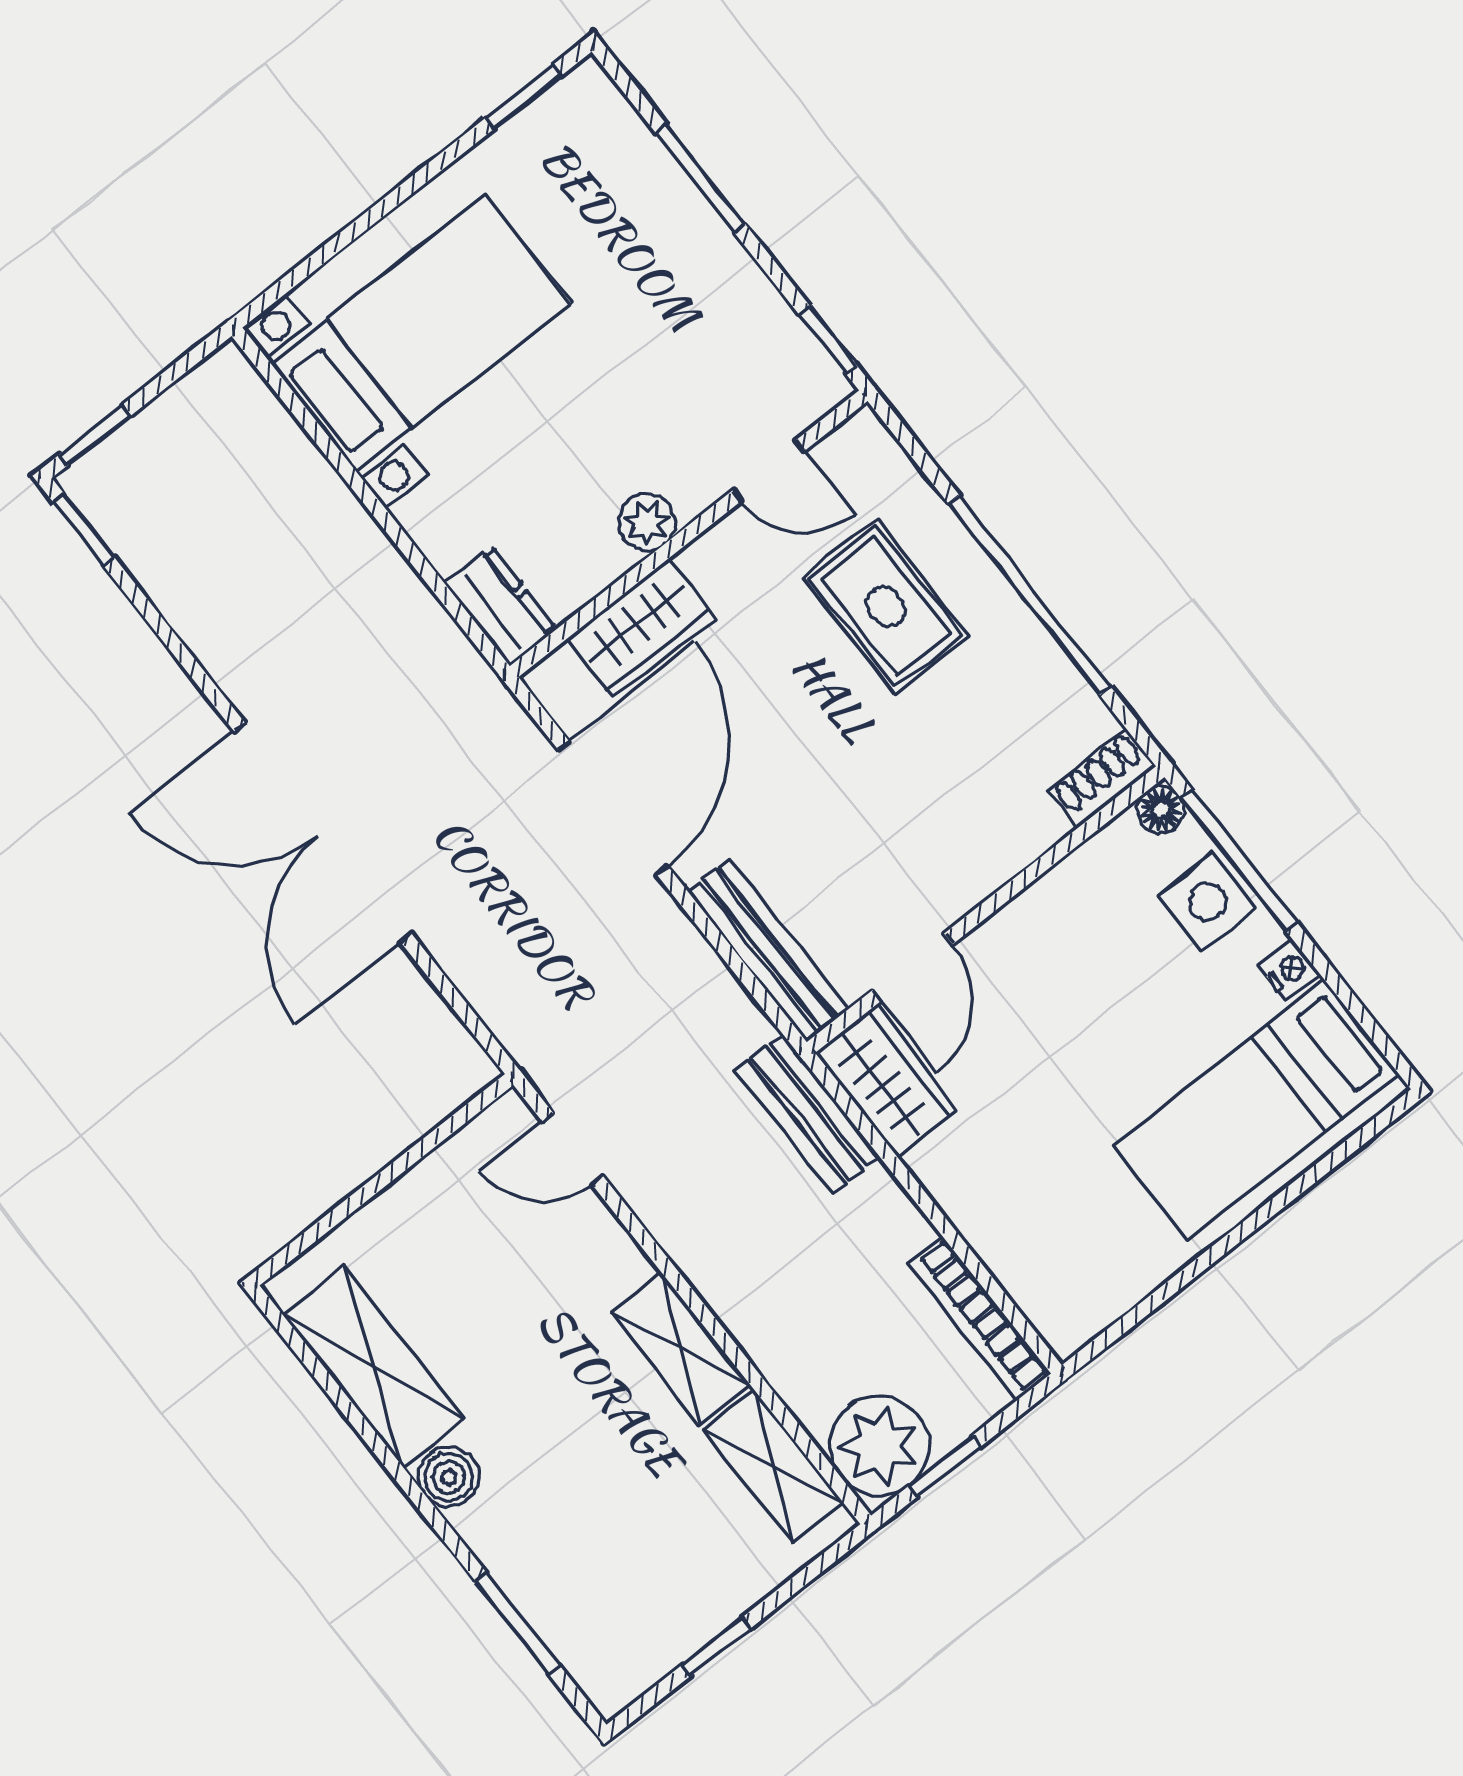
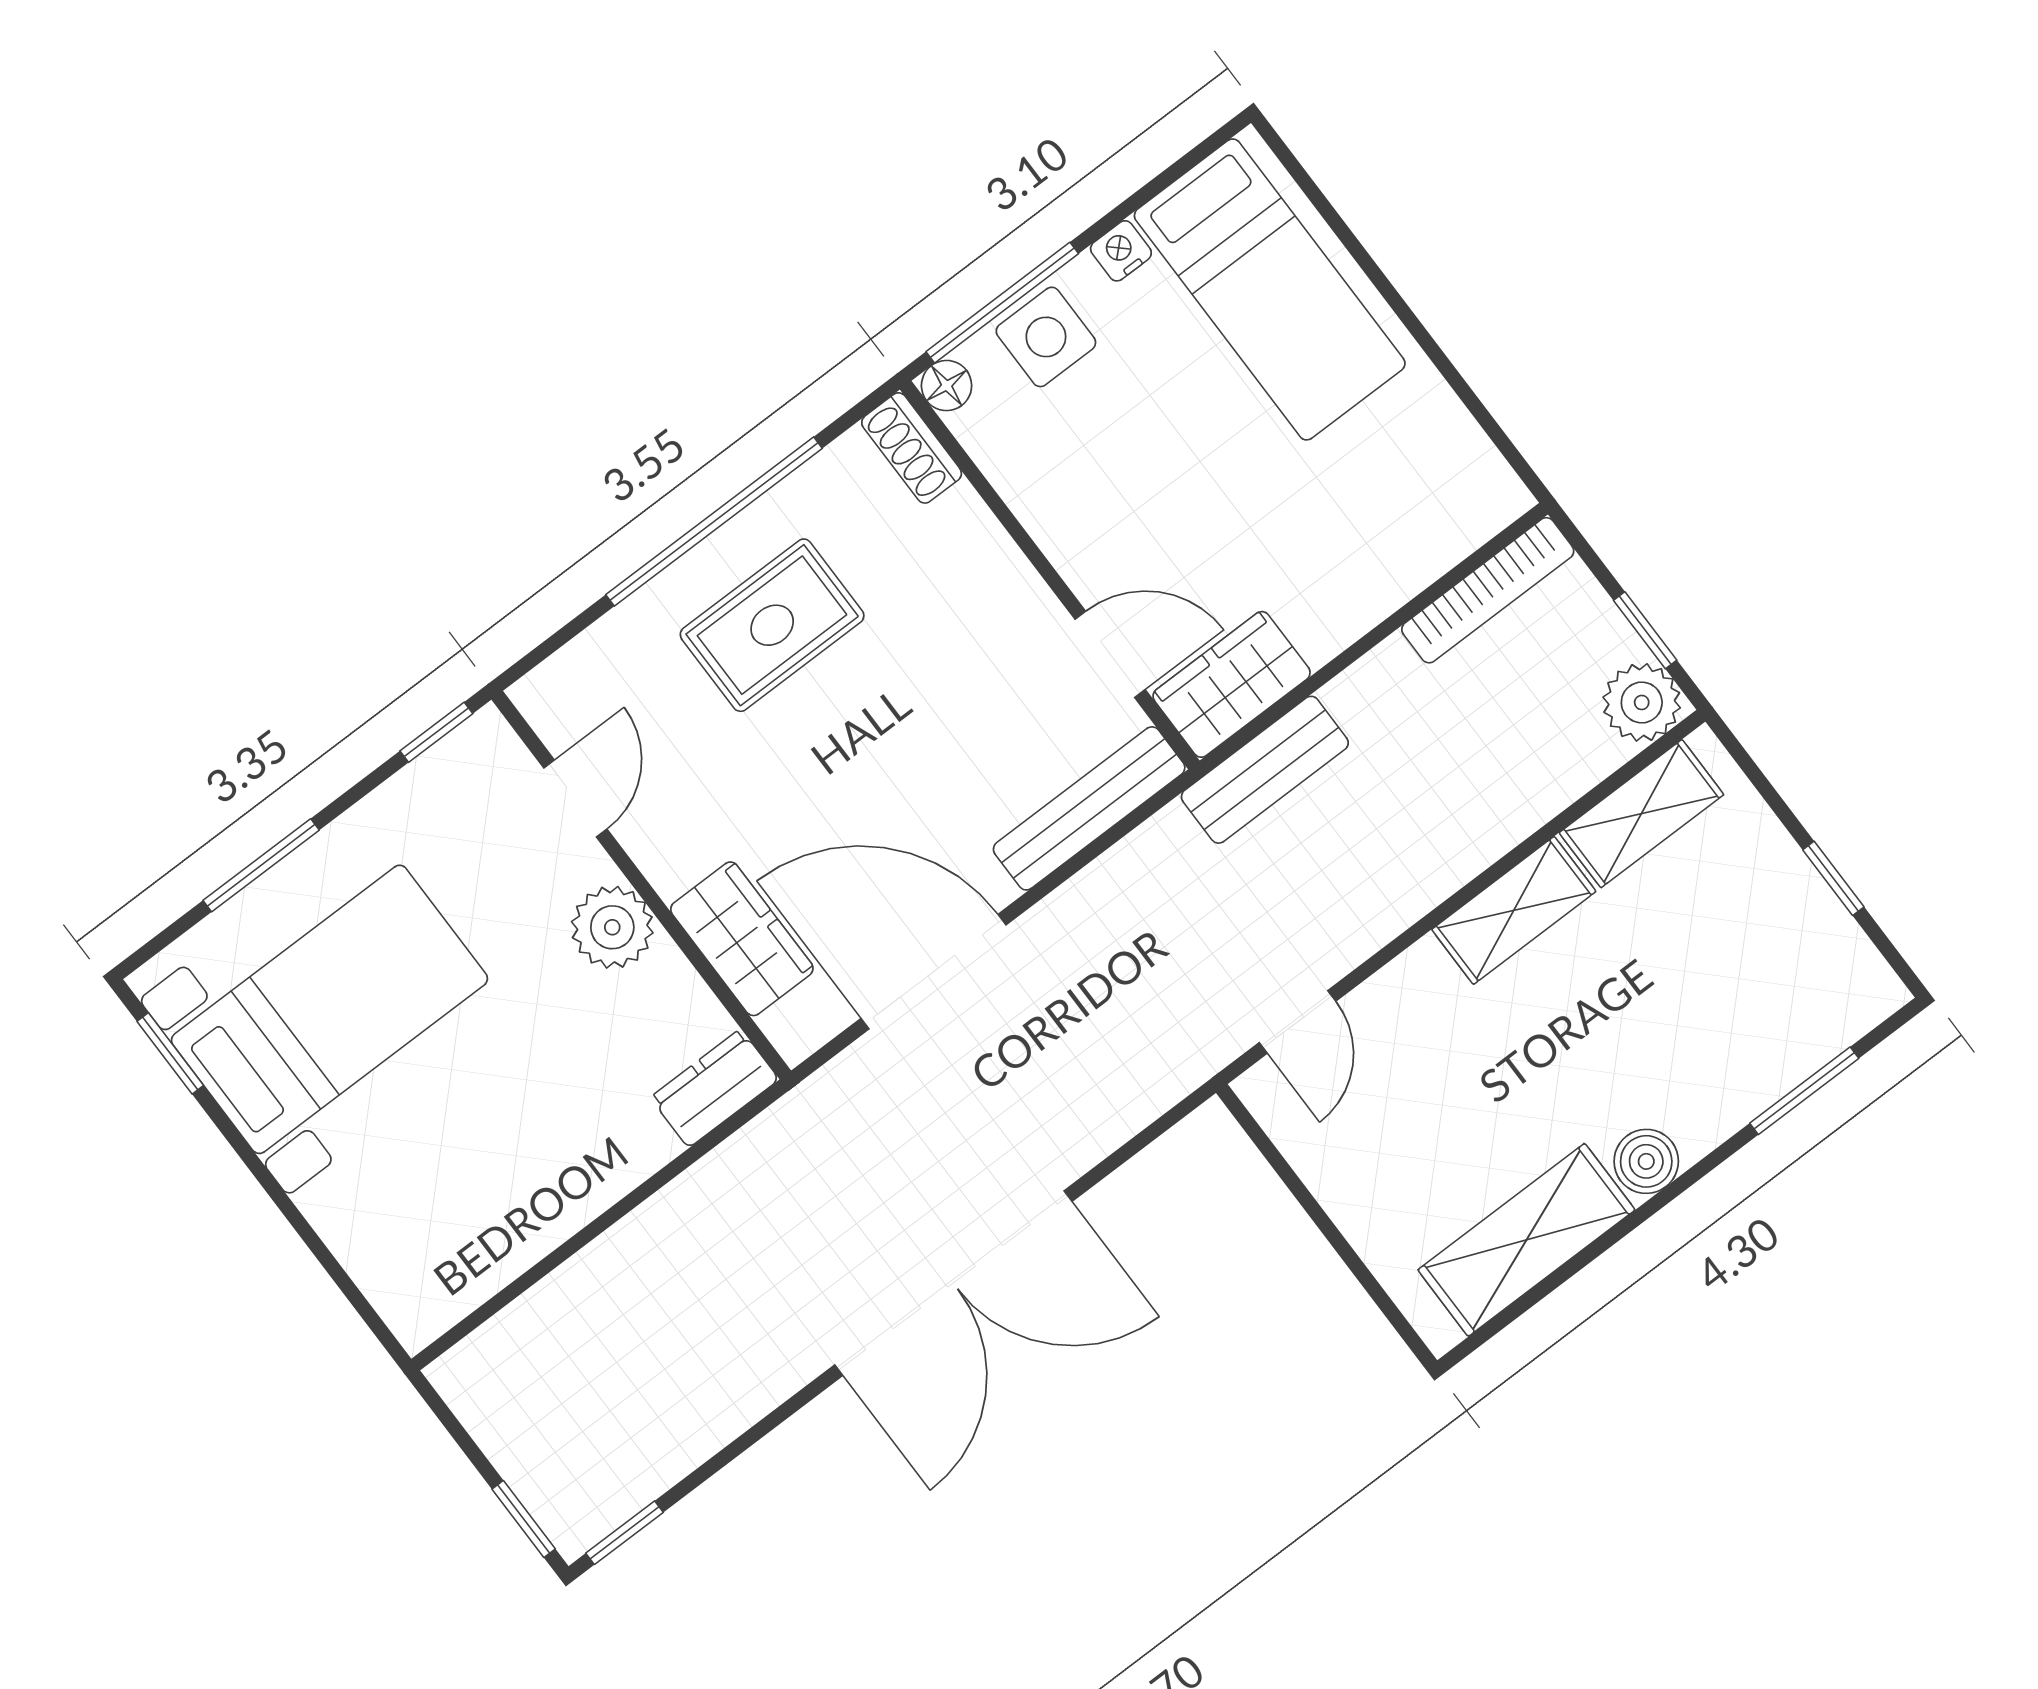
bed with nightstands: (421, 333) -> (329, 1009), moved, turned 90
plant: (647, 522) -> (612, 927), width x1.38, depth x1.38
rug: (886, 607) -> (772, 625), moved
plant: (879, 1446) -> (1642, 702), width x0.73, depth x0.73

